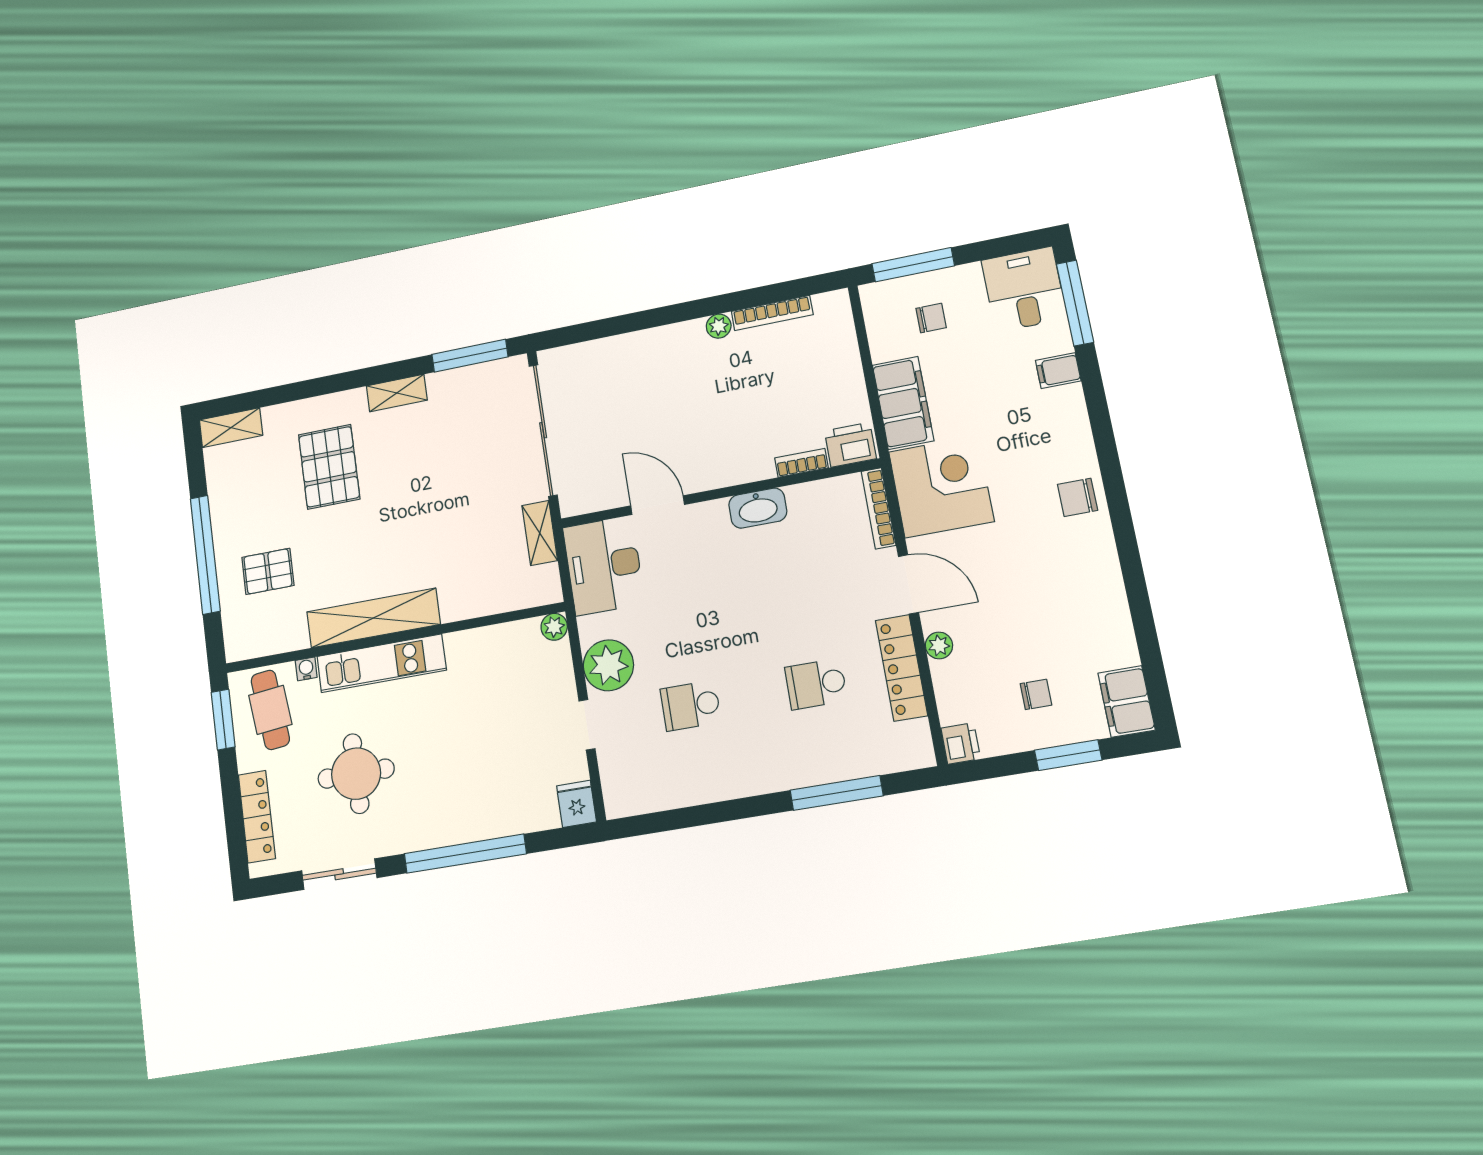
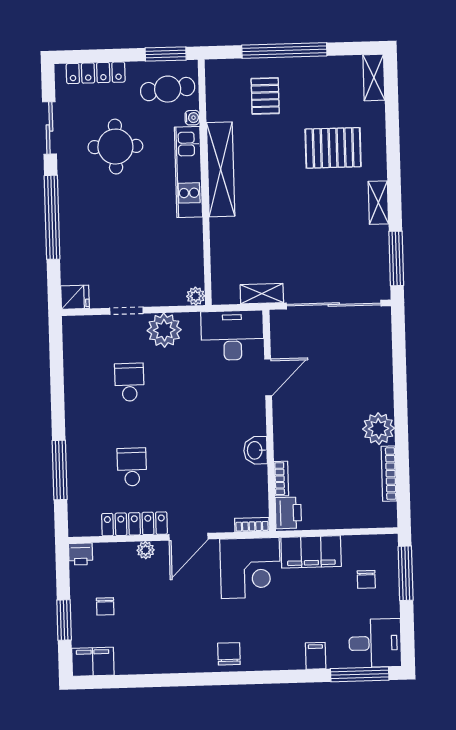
plant: (719, 326) -> (379, 429), width x1.87, depth x1.87
washbasin: (758, 508) -> (255, 450), width x0.72
bookcase: (878, 508) -> (252, 525), width x0.64

